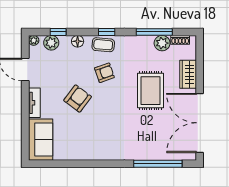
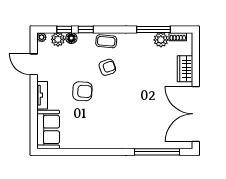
window: (107, 32) -> (86, 29), moved
floor lamp: (78, 41) -> (71, 38), moved
rug: (150, 91) -> (150, 84), removed
armchair: (78, 98) -> (82, 91), turned 56

